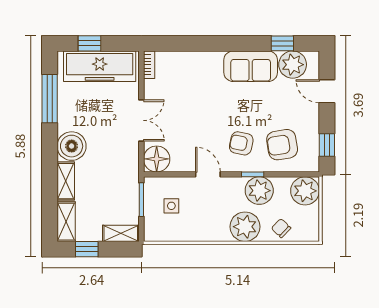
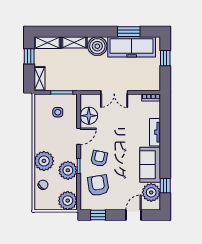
tv unit: (201, 59) -> (155, 132), added
freezer: (100, 66) -> (132, 47), moved, turned -90
window: (50, 99) -> (129, 32), width x0.69
floor lamp: (157, 159) -> (89, 116), moved

